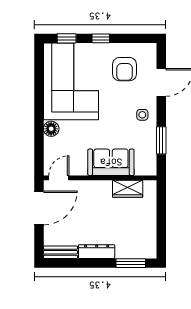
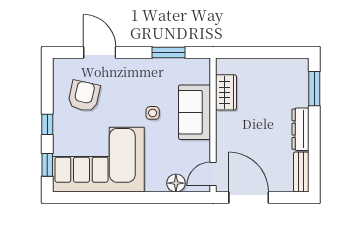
armchair: (125, 69) -> (84, 96), turned -78
side table: (142, 115) -> (153, 113), moved
floor lamp: (51, 129) -> (176, 183), moved
door: (59, 178) -> (213, 174), hinge flipped

